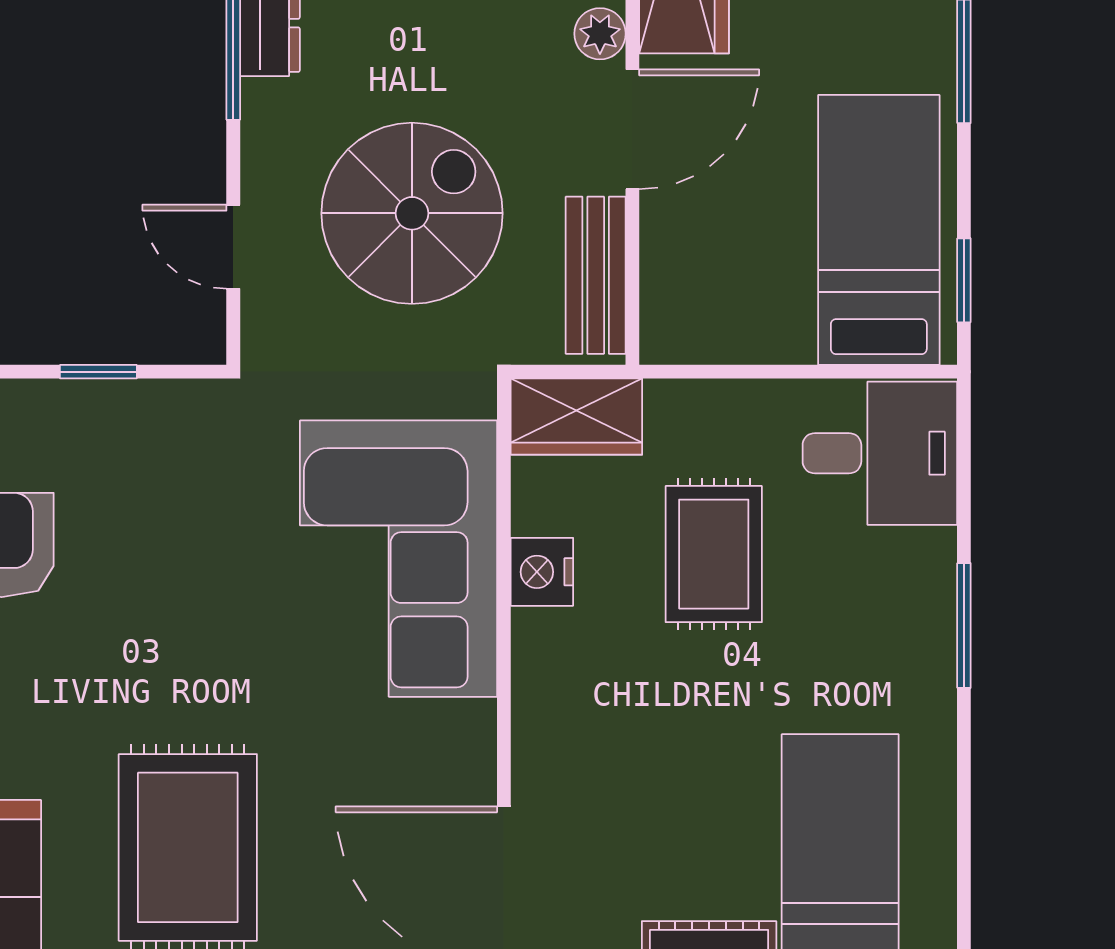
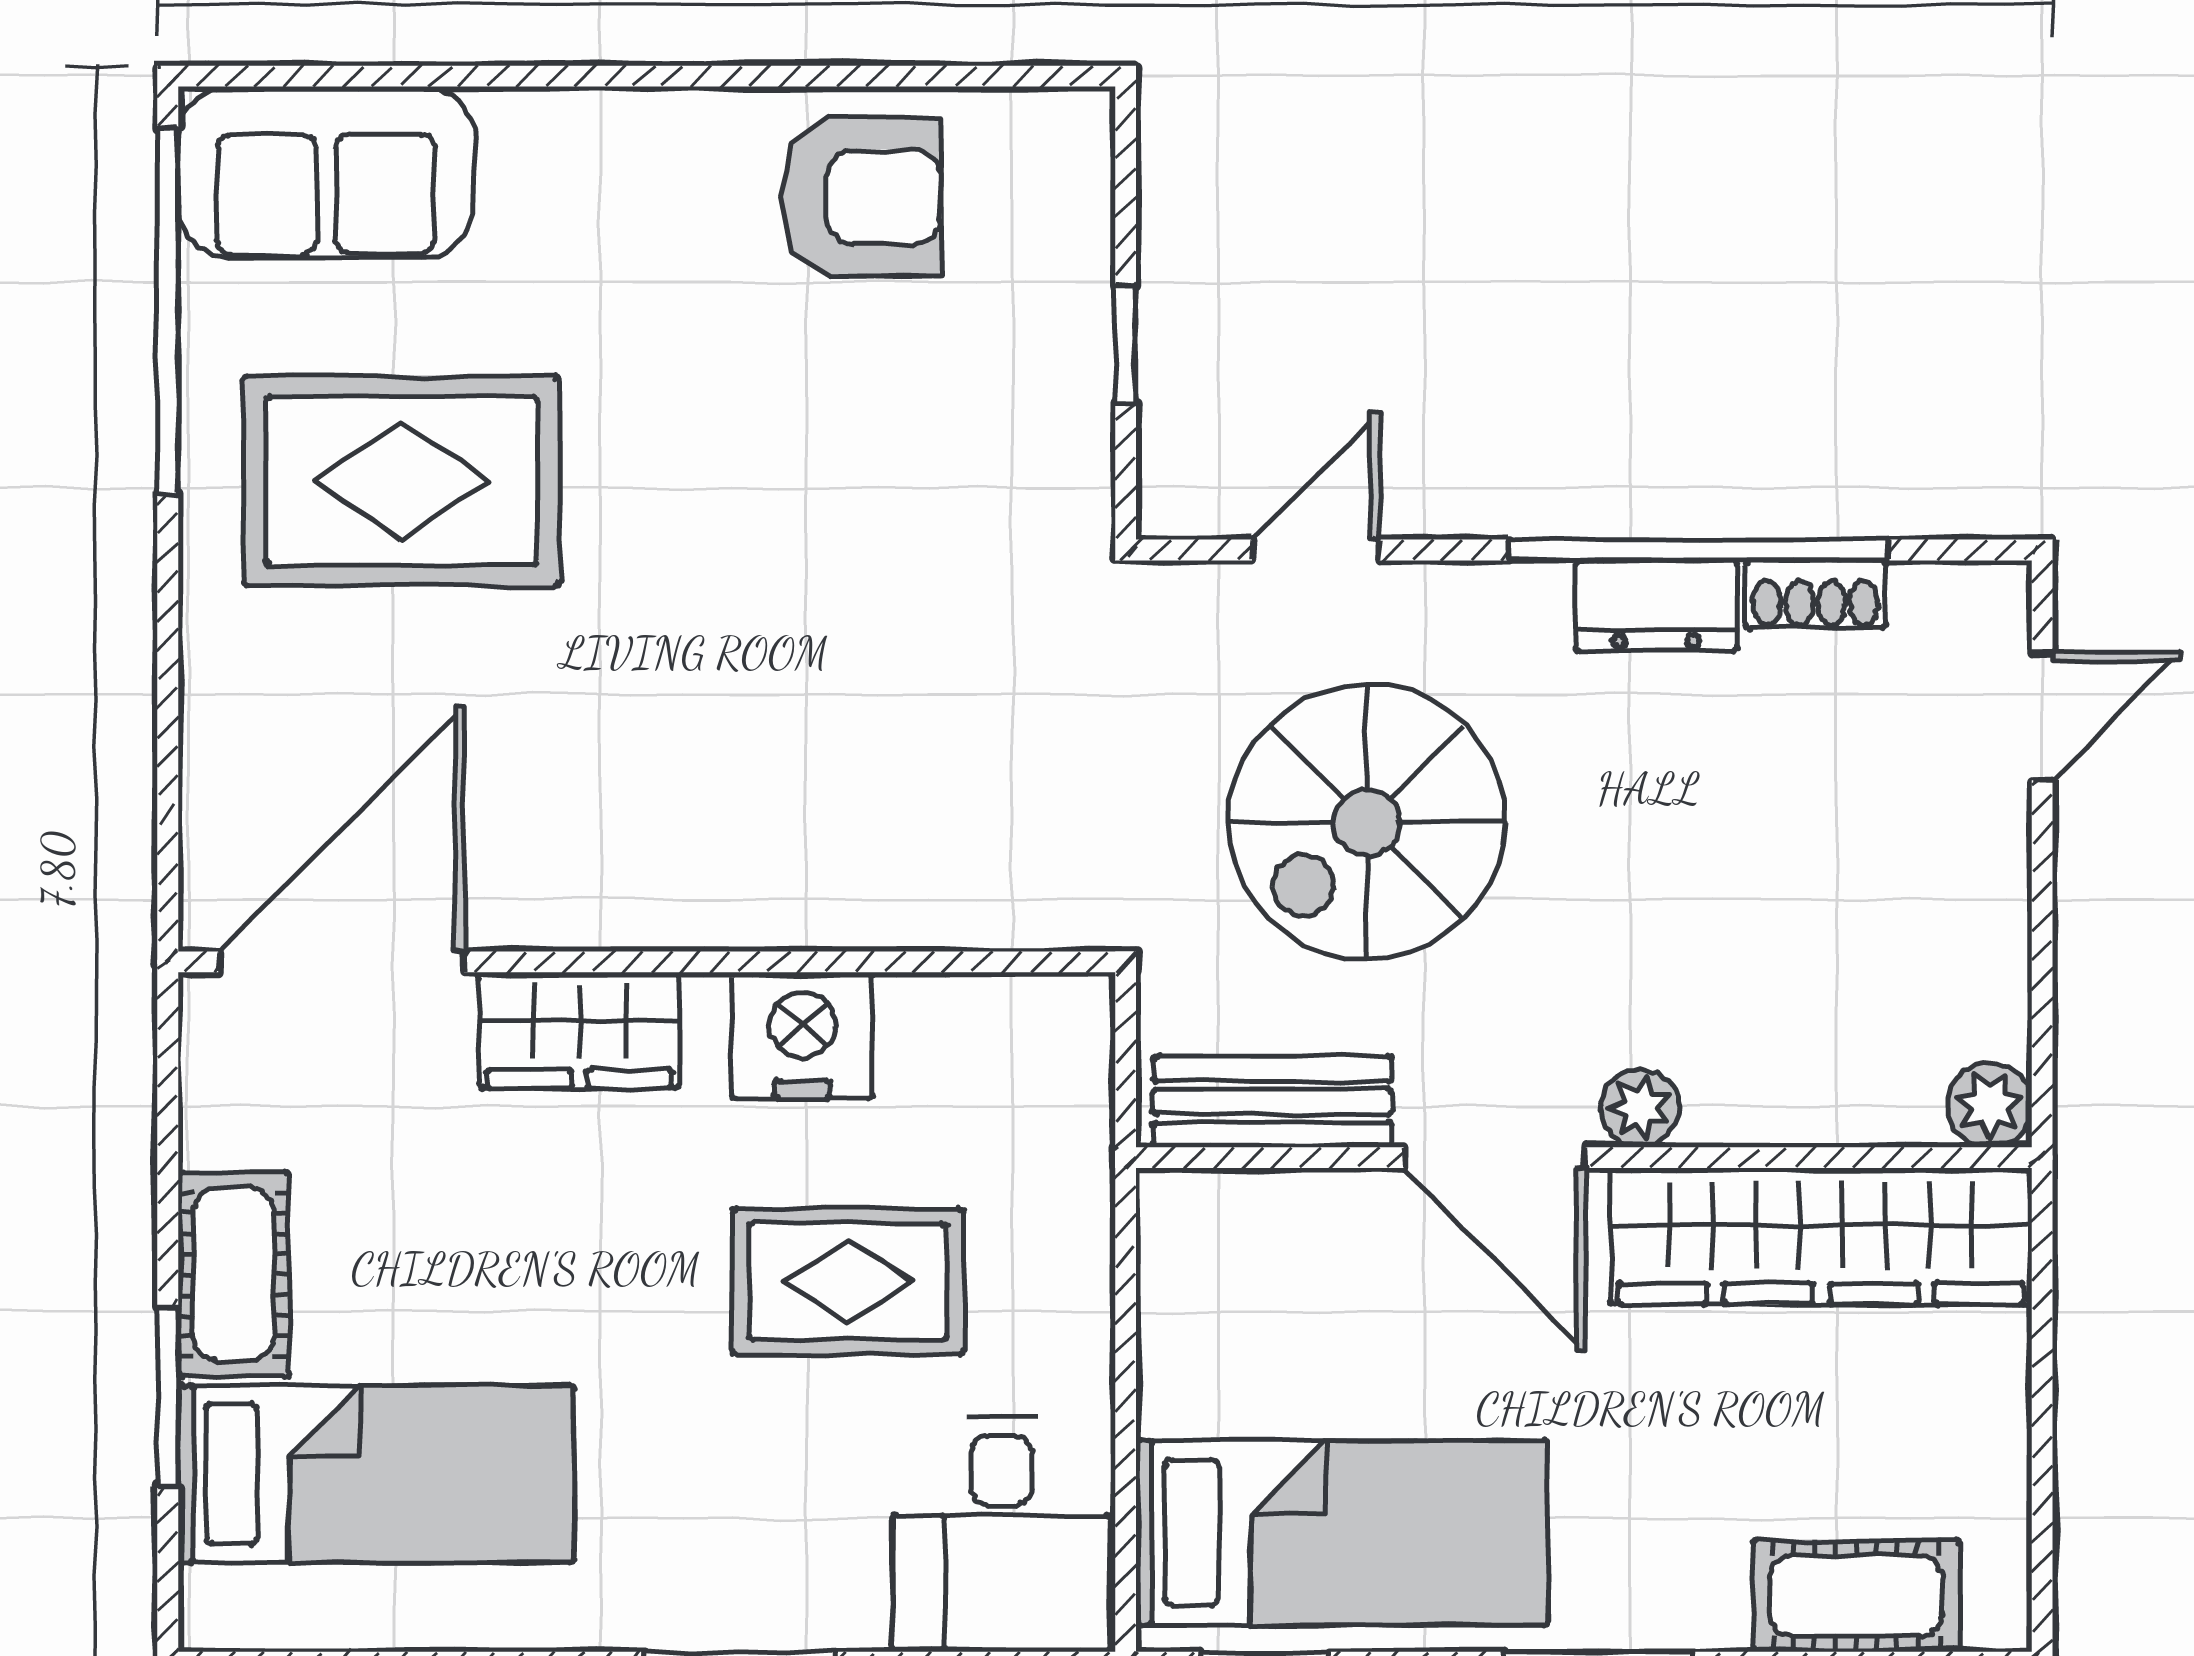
spiral stairs: (412, 213) -> (1367, 822), turned 90
wardrobe: (576, 417) -> (580, 1030), moved, turned -90
corner sofa: (398, 559) -> (841, 801), removed
nightstand: (542, 572) -> (802, 1035), width x1.36, depth x1.33

